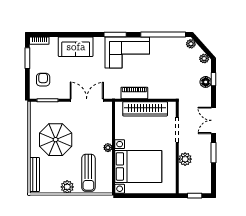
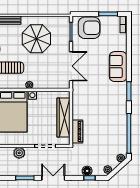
sofa: (76, 47) -> (118, 67), moved
corner sofa: (127, 52) -> (113, 102), removed
armchair: (43, 80) -> (89, 28), width x1.88, depth x1.88
piano: (134, 93) -> (77, 131), moved

